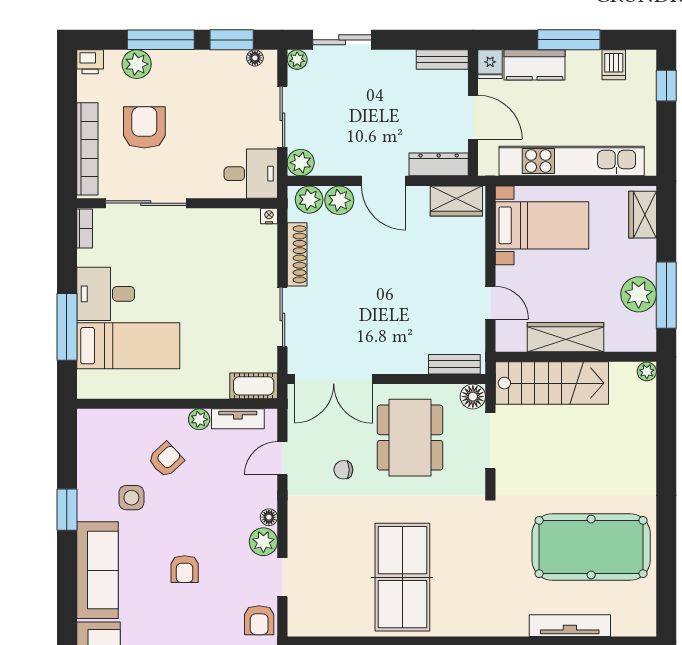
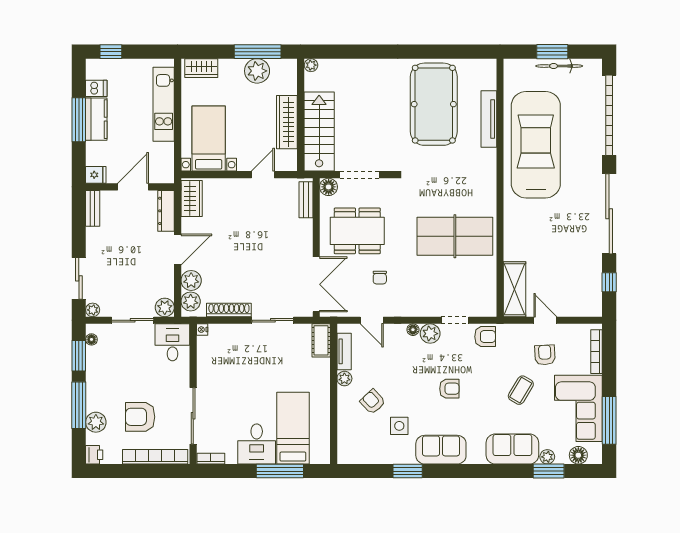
kitchen counter: (535, 65) -> (96, 119), moved
kitchen unit: (572, 161) -> (164, 104), width x0.73
sofa: (97, 570) -> (441, 450), width x0.73

